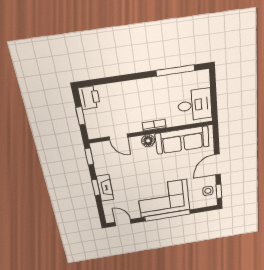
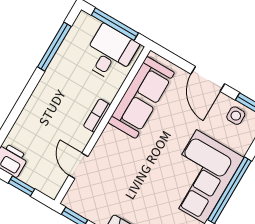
window: (214, 95) -> (115, 24), added
door: (118, 137) -> (78, 166), swing flipped
floor lamp: (148, 141) -> (110, 137), removed

